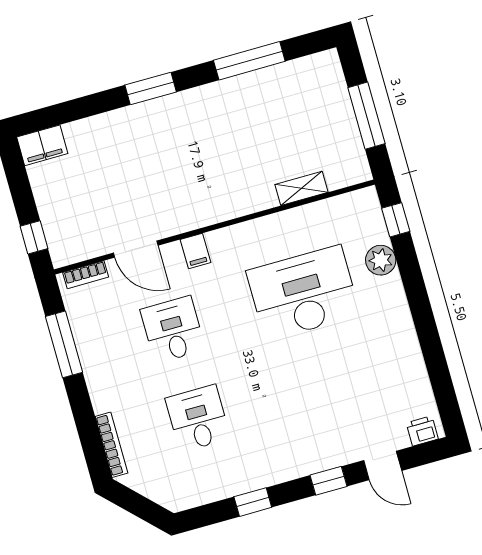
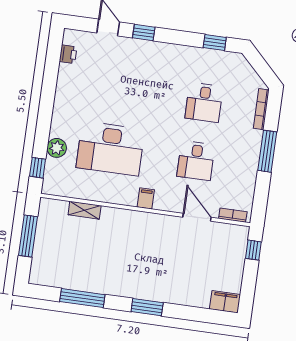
filing cabinet: (196, 251) -> (146, 198), moved
window: (64, 344) -> (267, 151), moved
printer: (422, 431) -> (68, 54), moved, turned -90
window: (253, 502) -> (215, 42), moved

